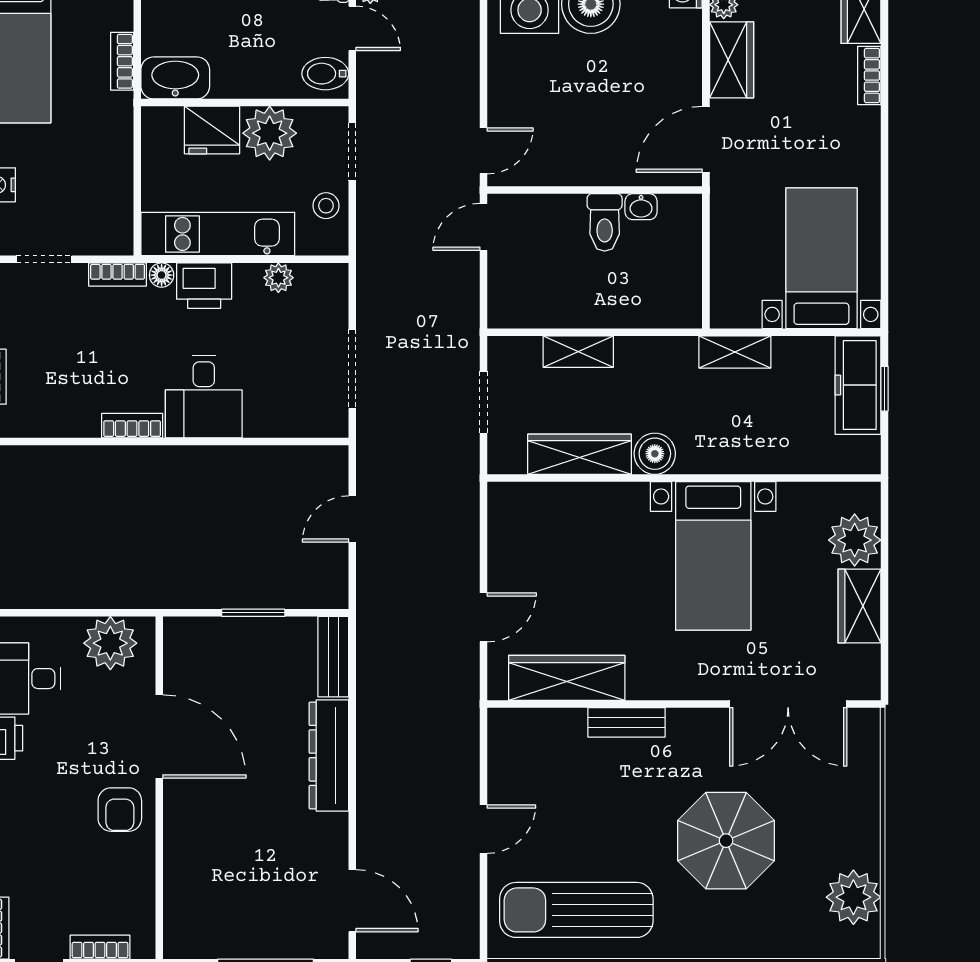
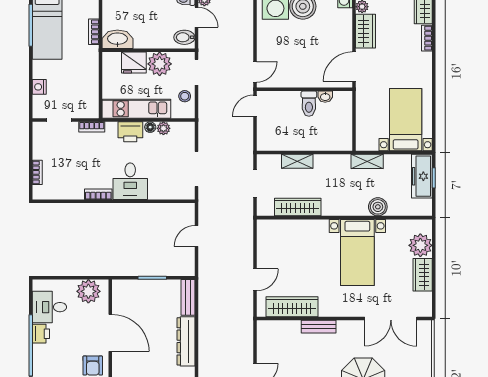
floor lamp: (162, 275) -> (150, 127), moved
boiler: (655, 454) -> (378, 207), moved

